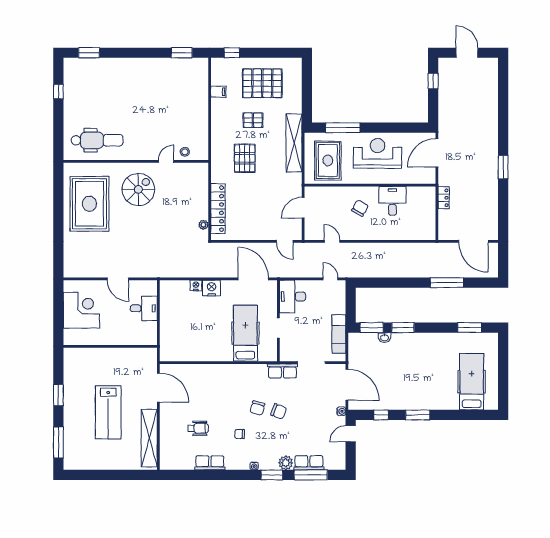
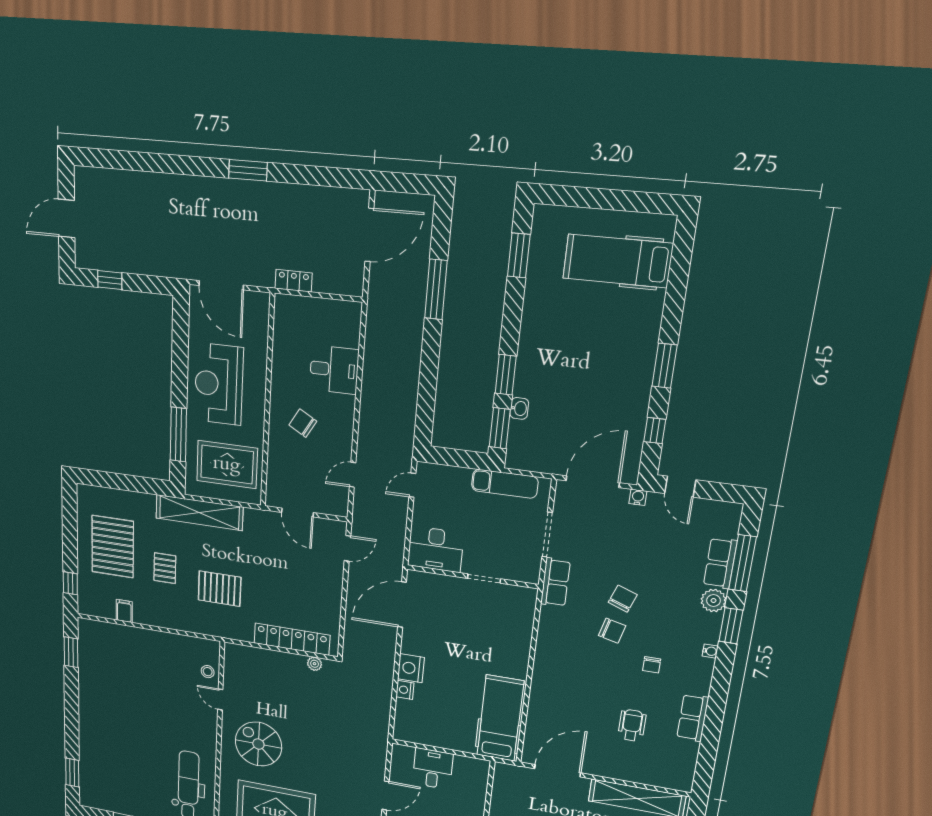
desk: (392, 201) -> (334, 370), moved, turned 180
hospital bed: (245, 333) -> (500, 718), moved, turned 90

